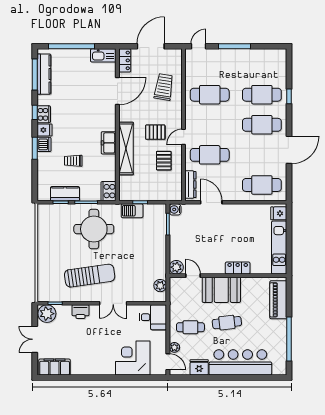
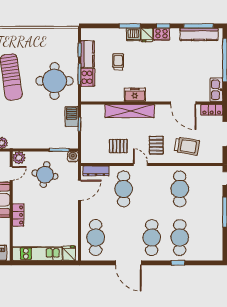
pallet: (155, 132) -> (156, 145), moved
cooker: (109, 191) -> (88, 77), moved, turned 90
round table: (194, 239) -> (45, 175), added

